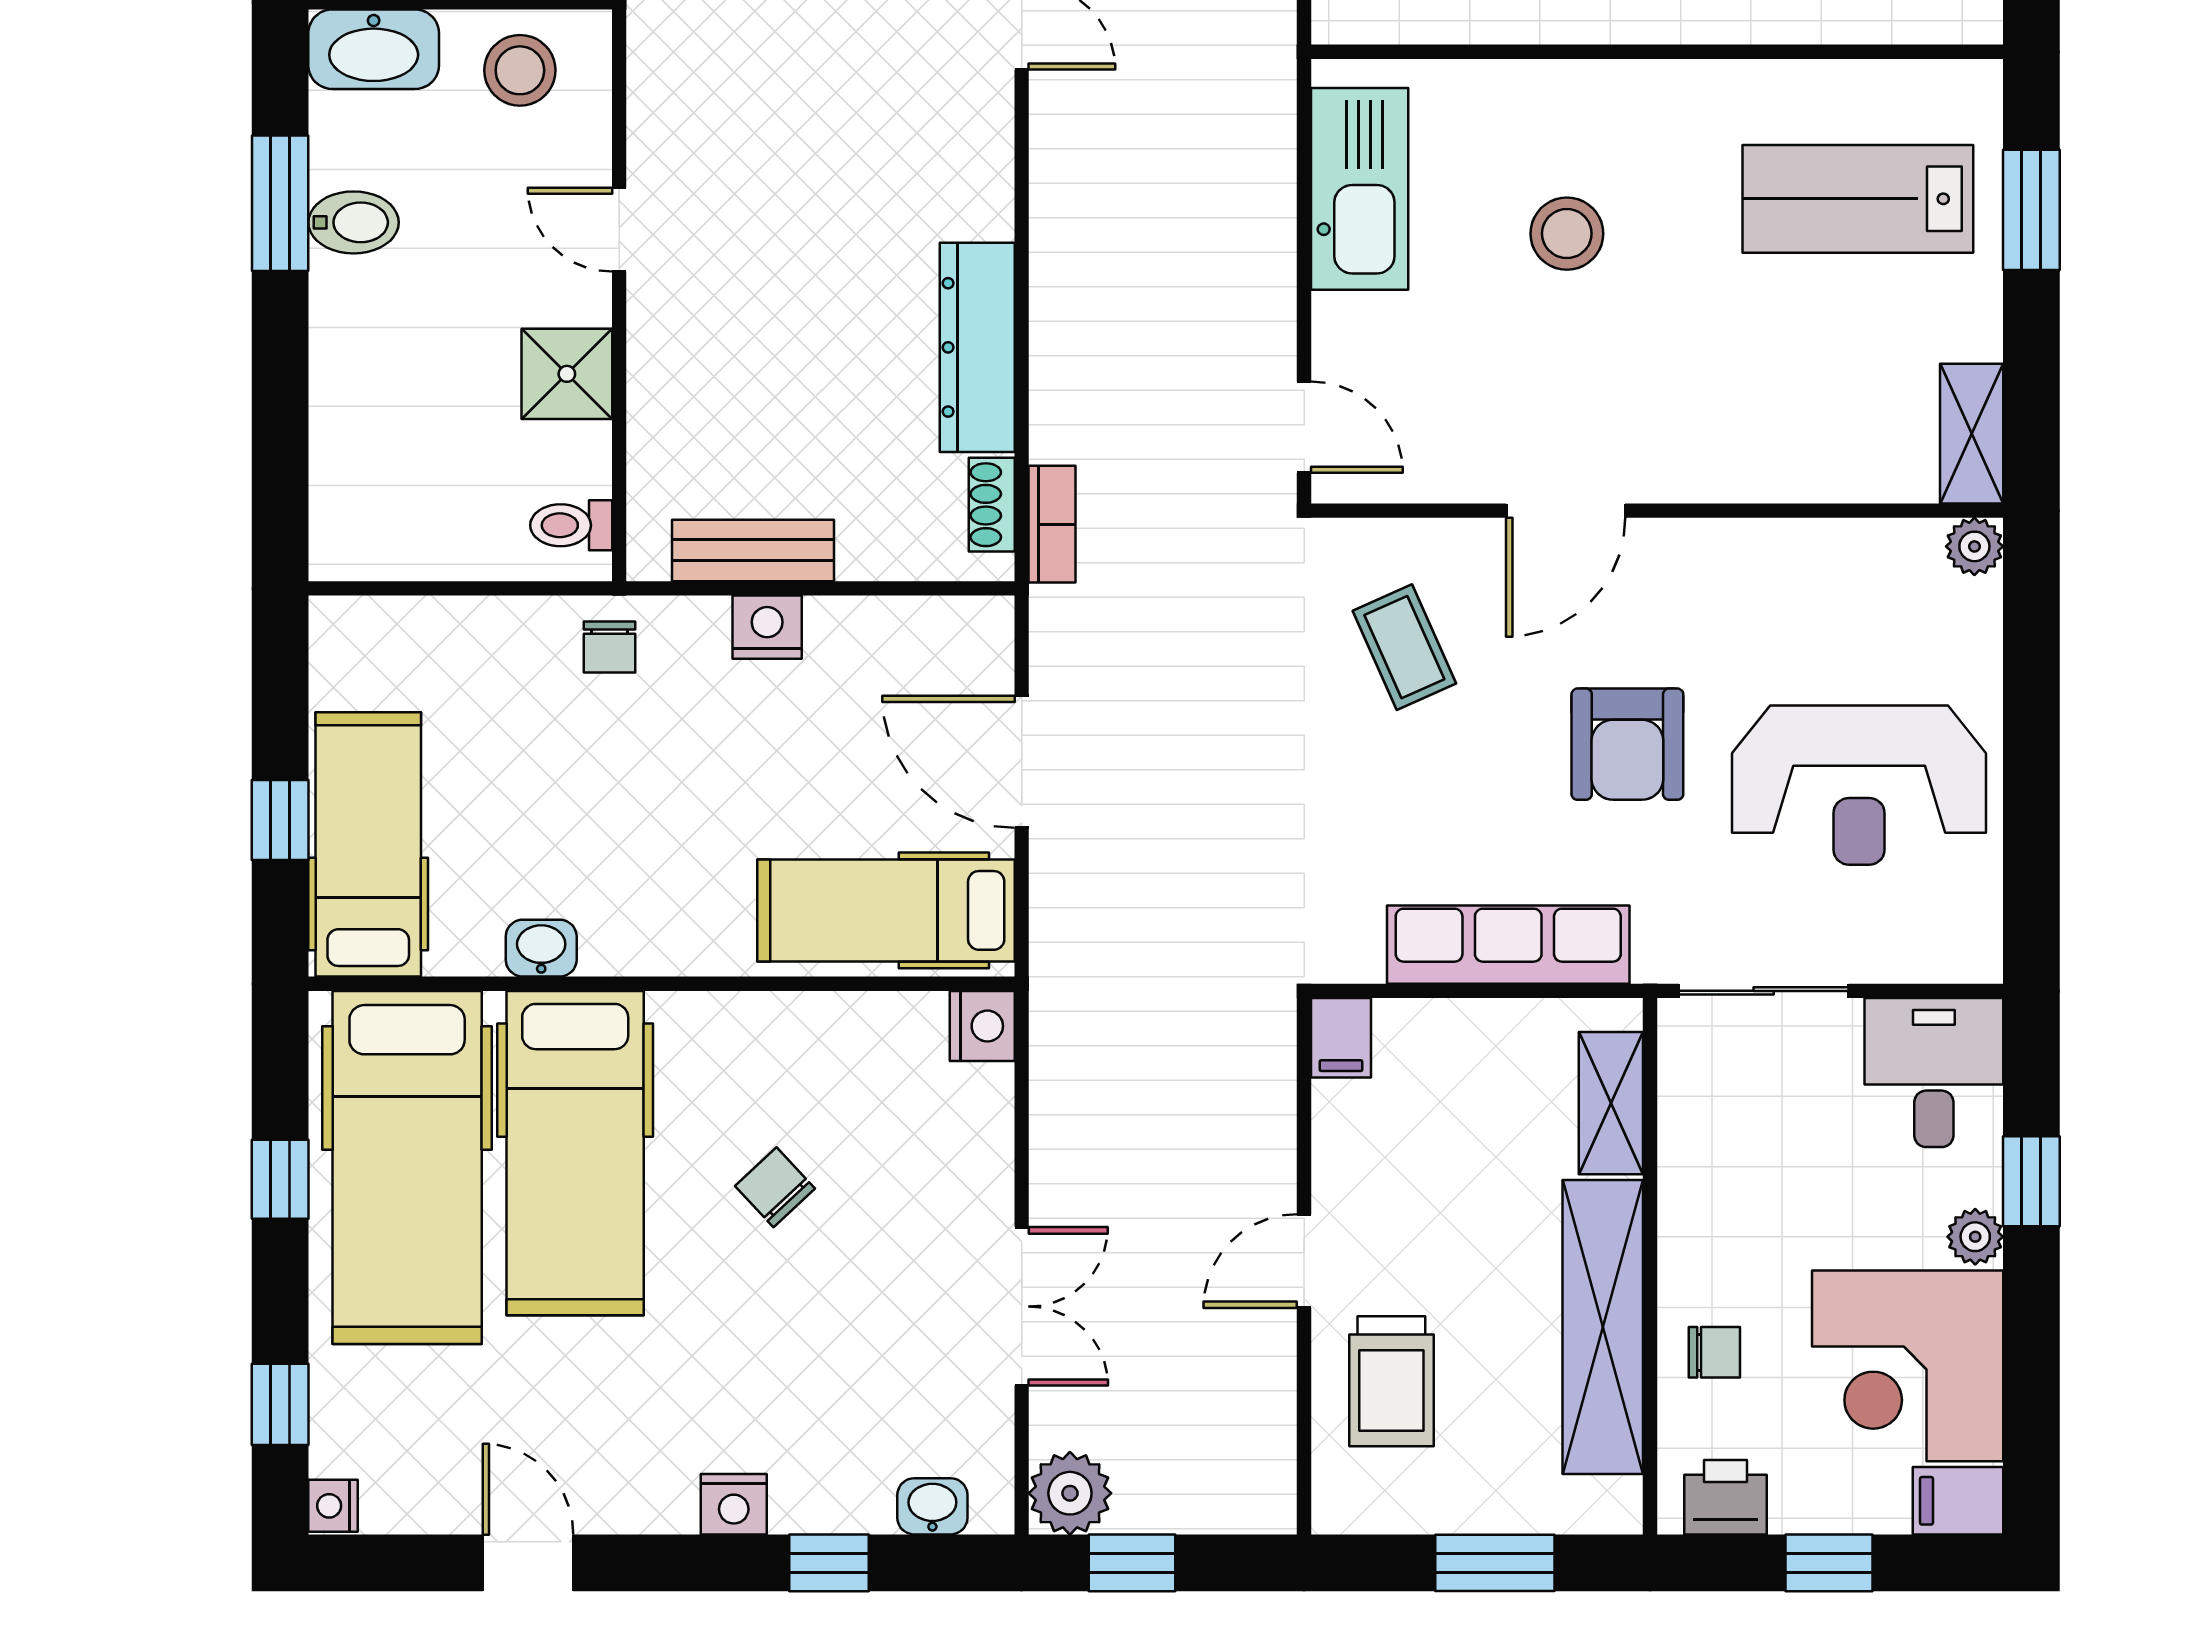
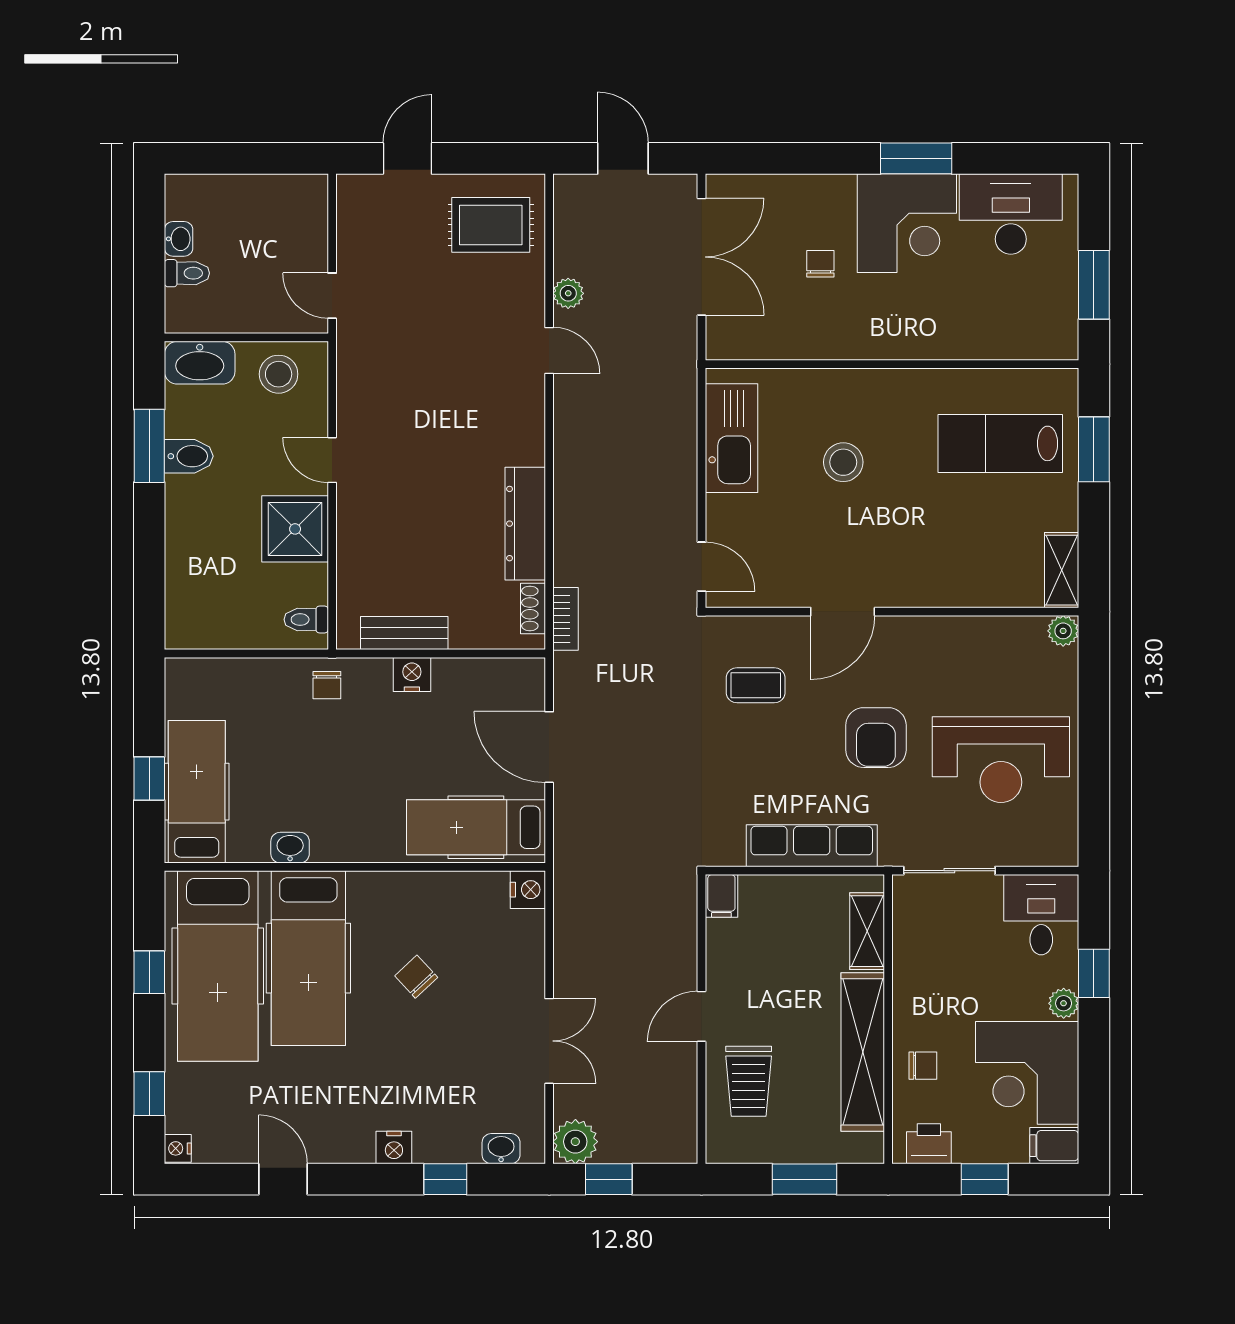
shower: (567, 374) -> (295, 529), width x1.36, depth x1.36
coffee table: (1404, 647) -> (756, 685), turned -66

